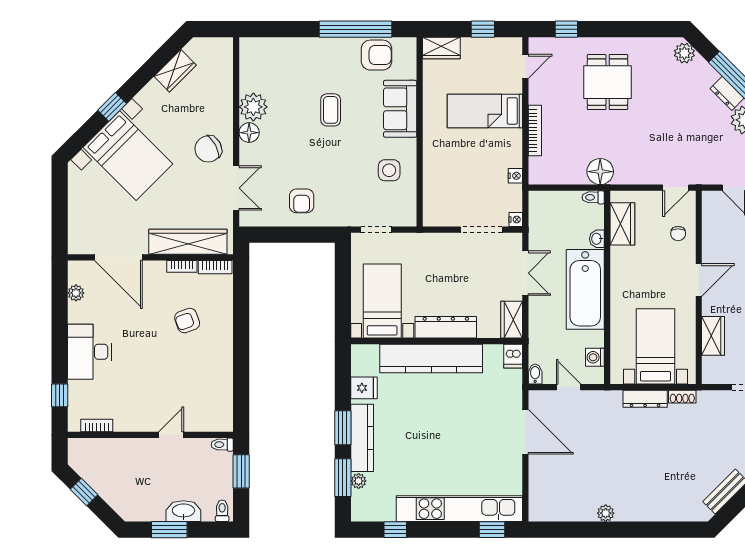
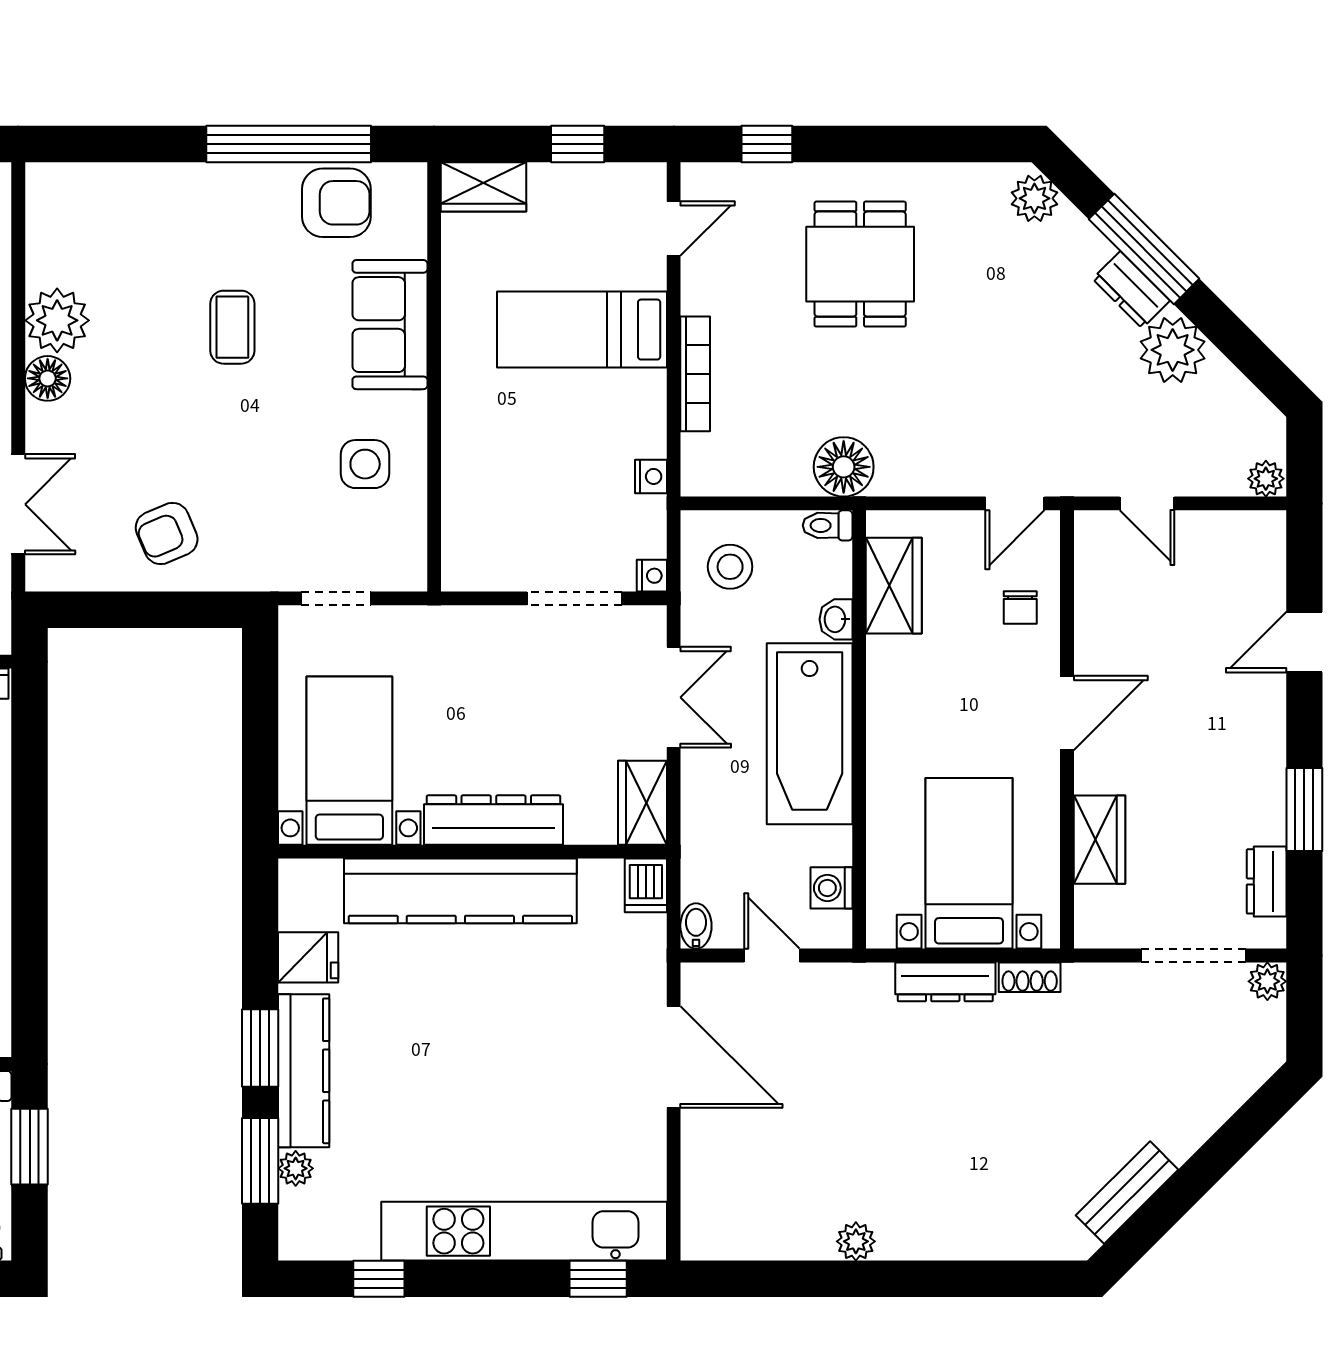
armchair: (302, 201) -> (167, 533), turned 67
stool: (550, 216) -> (730, 567), added

